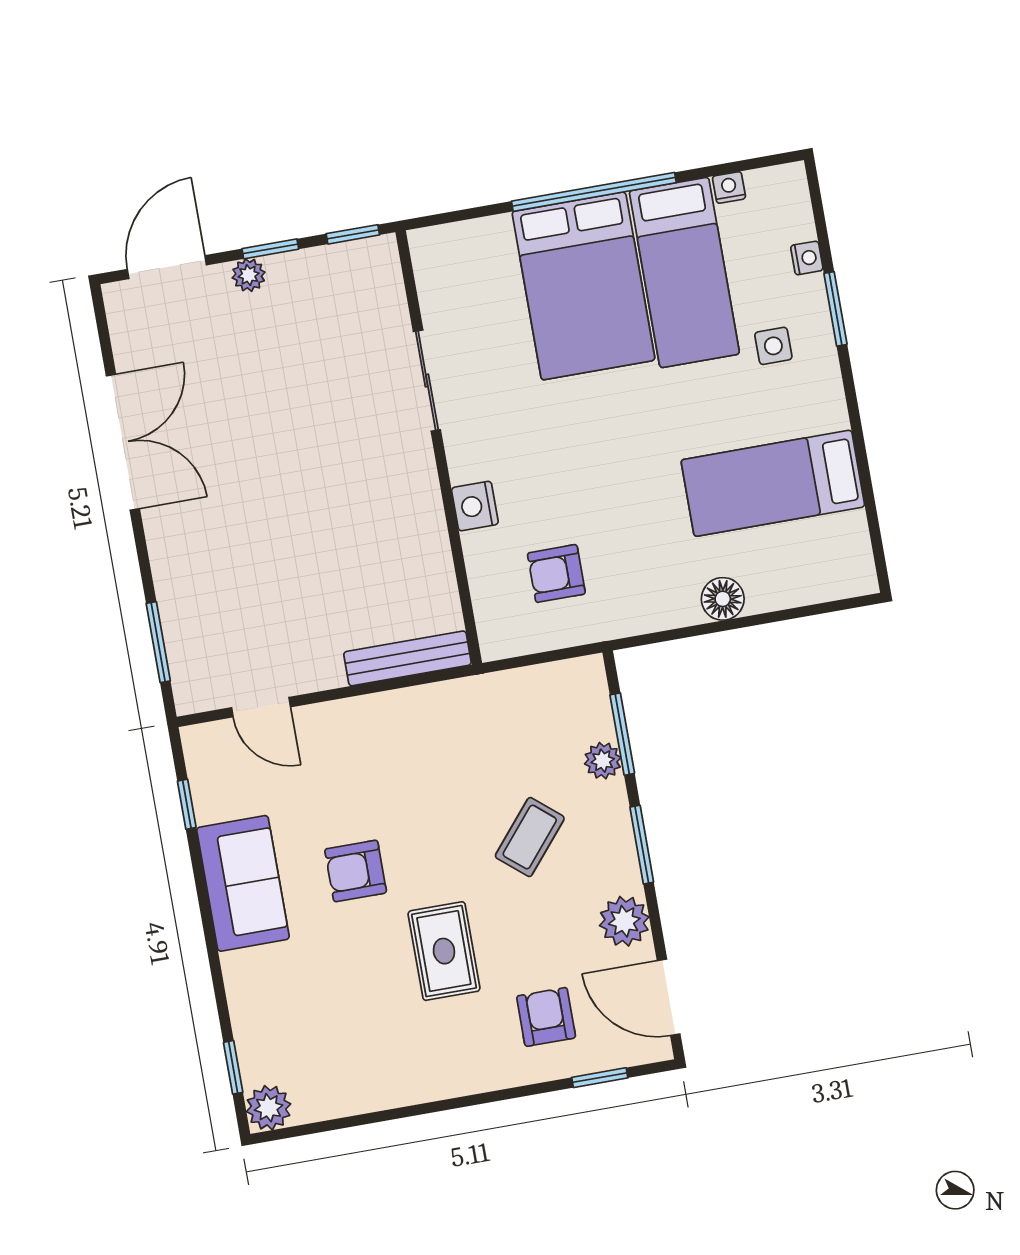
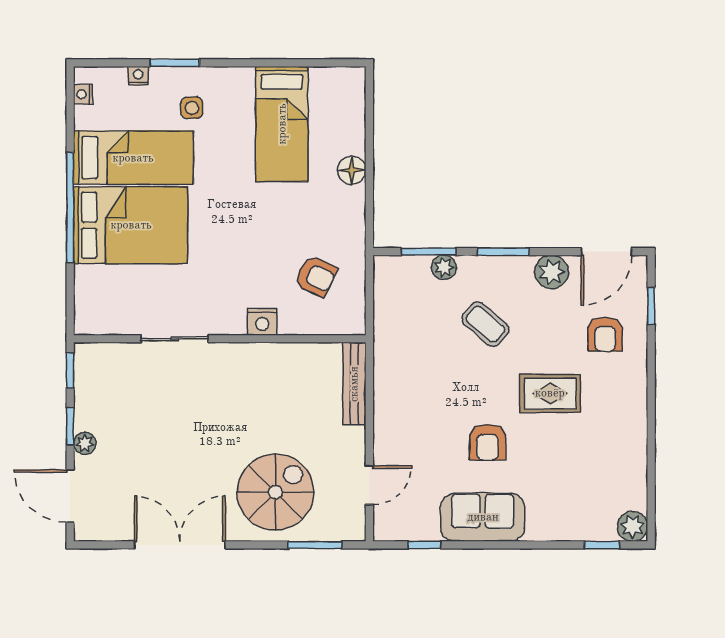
nightstand: (729, 187) -> (83, 94), moved
spiral stairs: (226, 570) -> (276, 492), added
armchair: (556, 573) -> (316, 276), turned -65
armchair: (546, 1017) -> (605, 334), turned -90

